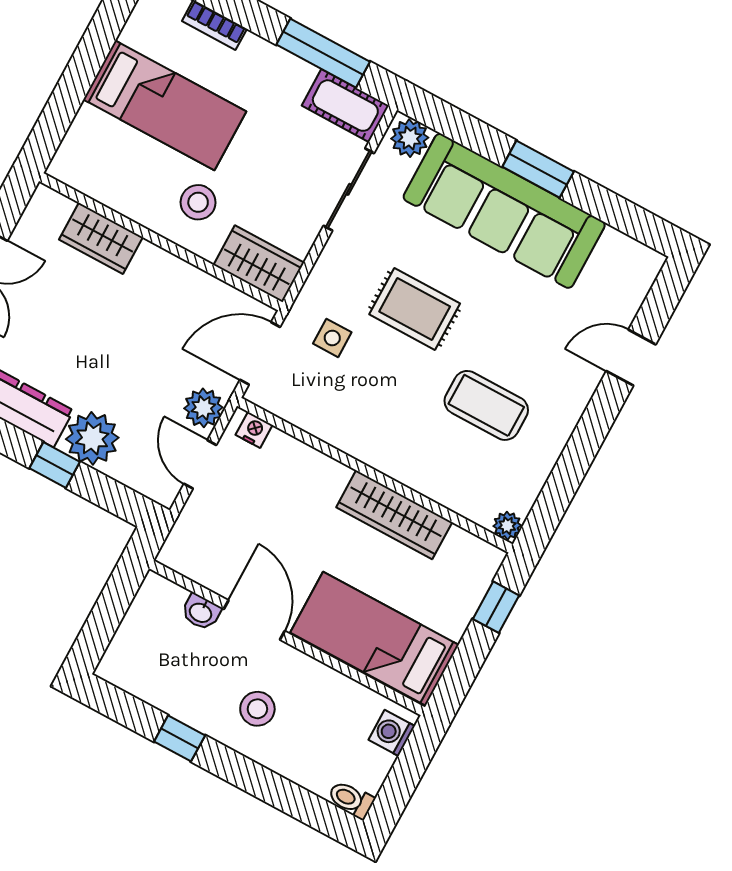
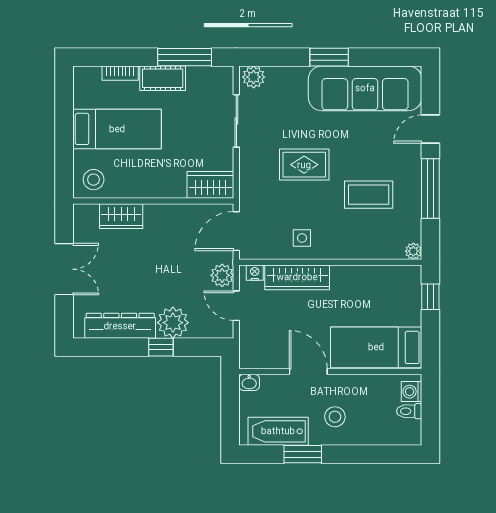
cot: (345, 106) -> (163, 78), moved
stool: (198, 202) -> (94, 180), moved
sofa: (504, 211) -> (365, 88), moved
side table: (332, 338) -> (302, 238), moved
window: (583, 446) -> (430, 189), added
wardrobe: (394, 515) -> (297, 277), moved
washbasin: (201, 612) -> (249, 382), moved
bathtub: (161, 685) -> (278, 431), added
window: (180, 738) -> (303, 454), width x1.50
toilet: (351, 800) -> (409, 411), moved

